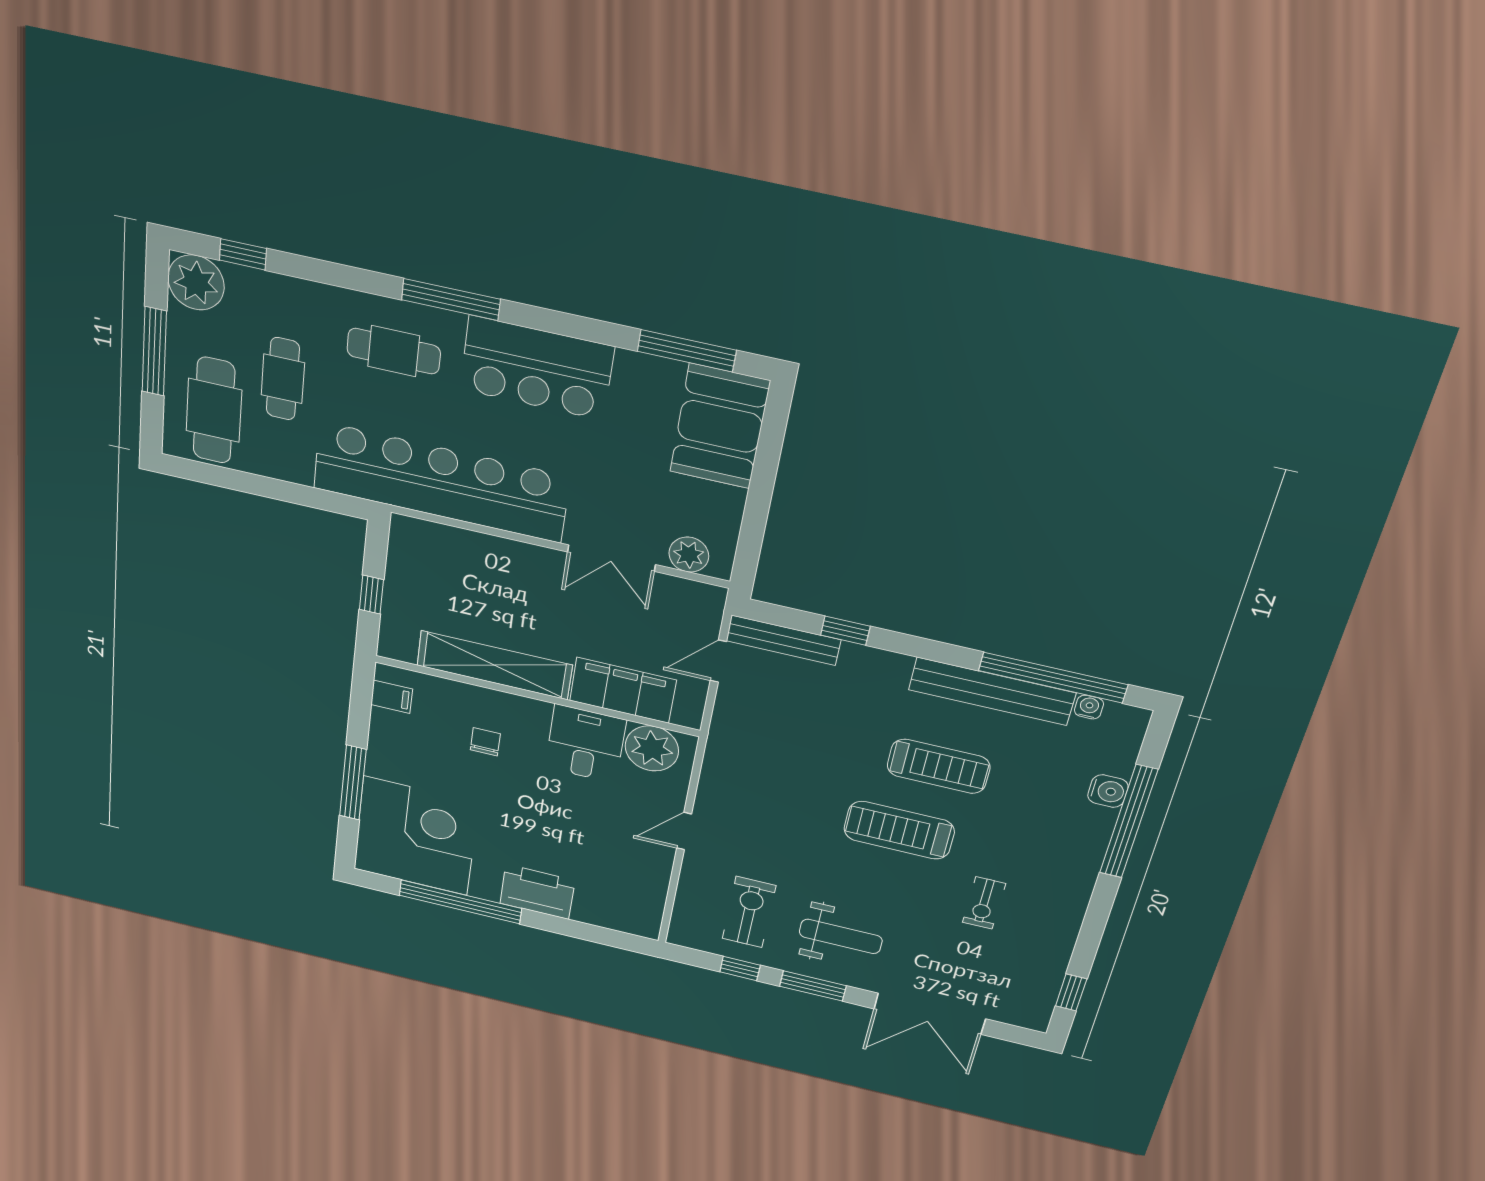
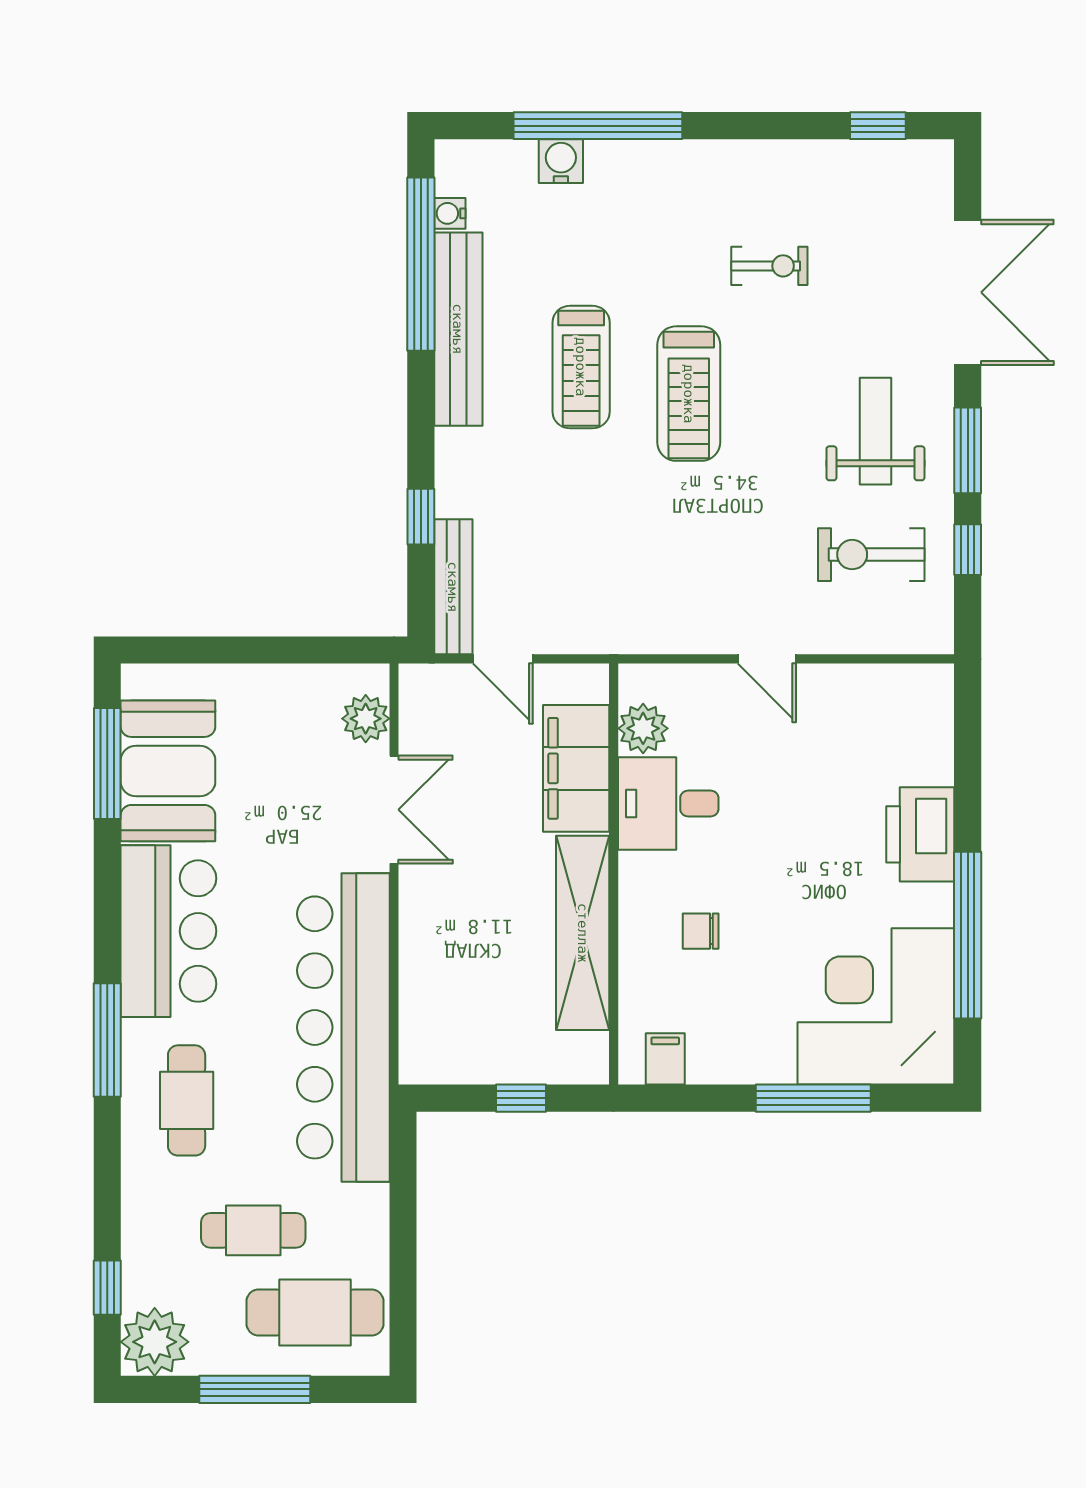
booth: (720, 426) -> (168, 771), moved, turned 90
plant: (652, 748) -> (643, 728), width x0.73, depth x0.73
treadmill: (939, 766) -> (581, 367), turned 180

